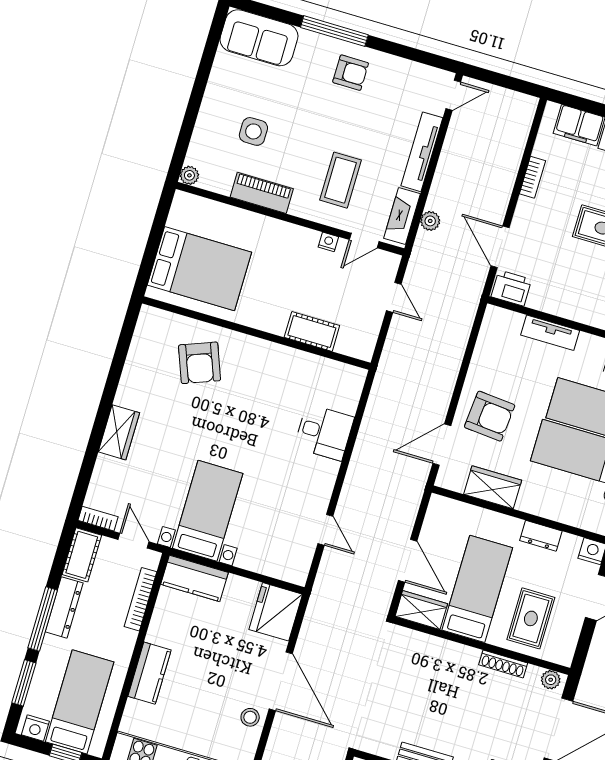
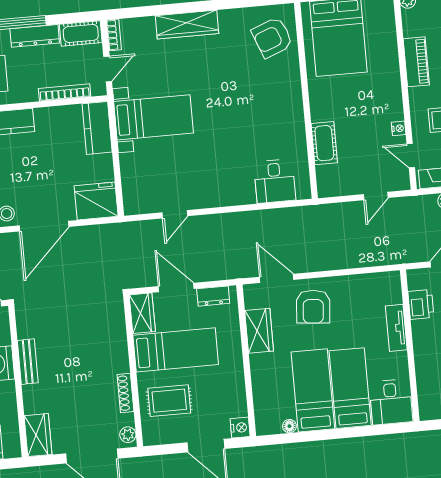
printer: (511, 288) -> (421, 304), moved
armchair: (200, 363) -> (272, 37), moved
wardrobe: (119, 432) -> (187, 25), width x1.50
desk: (324, 432) -> (275, 181), moved
dresser: (541, 536) -> (213, 296), moved, turned -90
door: (408, 561) -> (176, 287), swing flipped

